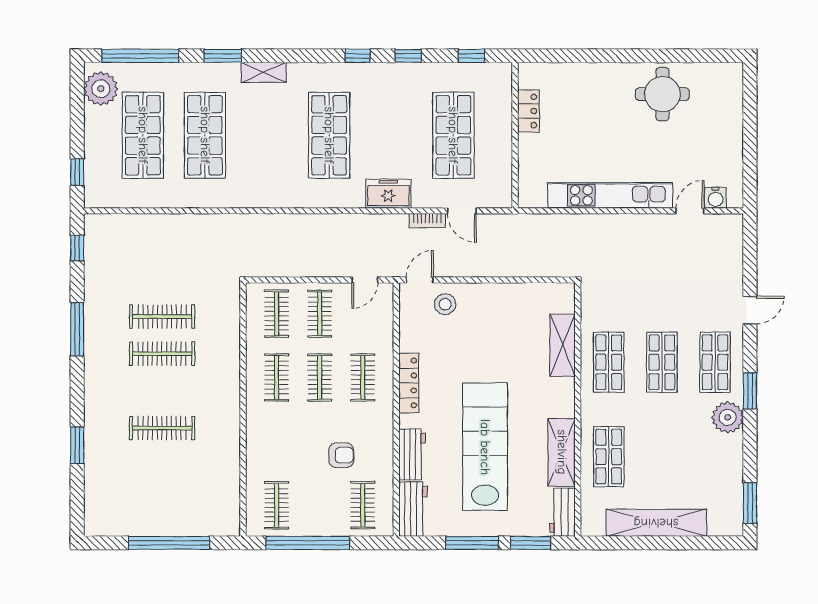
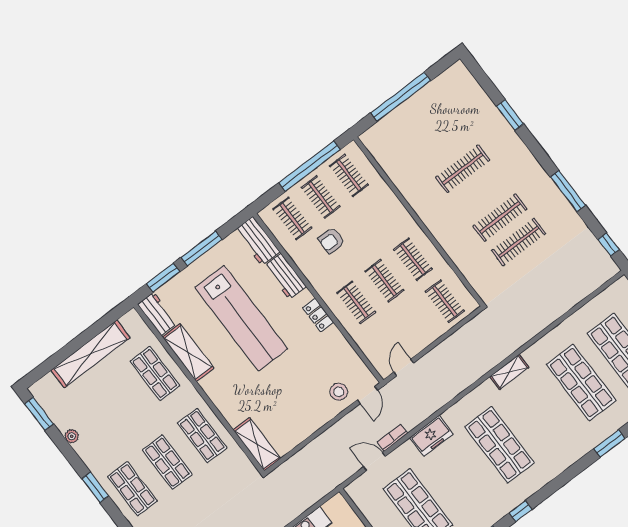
shelving: (264, 72) -> (509, 372), moved
clothes rail: (320, 314) -> (321, 197), moved
shelving: (563, 345) -> (257, 444), moved
locker: (409, 383) -> (318, 315), width x0.66
plant: (728, 417) -> (72, 436), moved, width x0.53, depth x0.53

